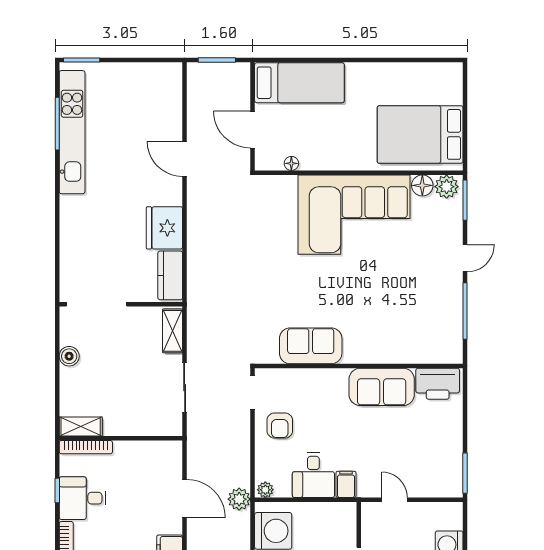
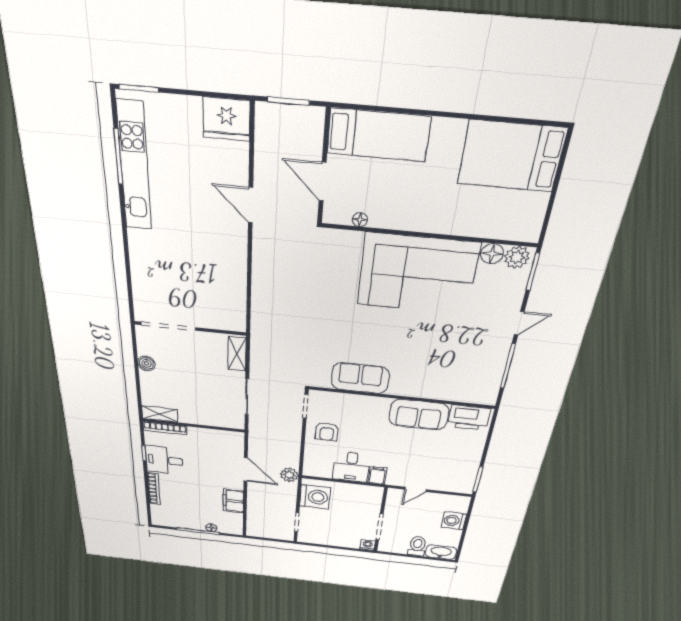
bed: (420, 134) -> (511, 156), moved
fridge: (164, 228) -> (226, 119), moved, turned -90
kitchen counter: (170, 275) -> (235, 309), removed
plant: (265, 490) -> (311, 471), removed
door: (395, 500) -> (415, 489), swing flipped

